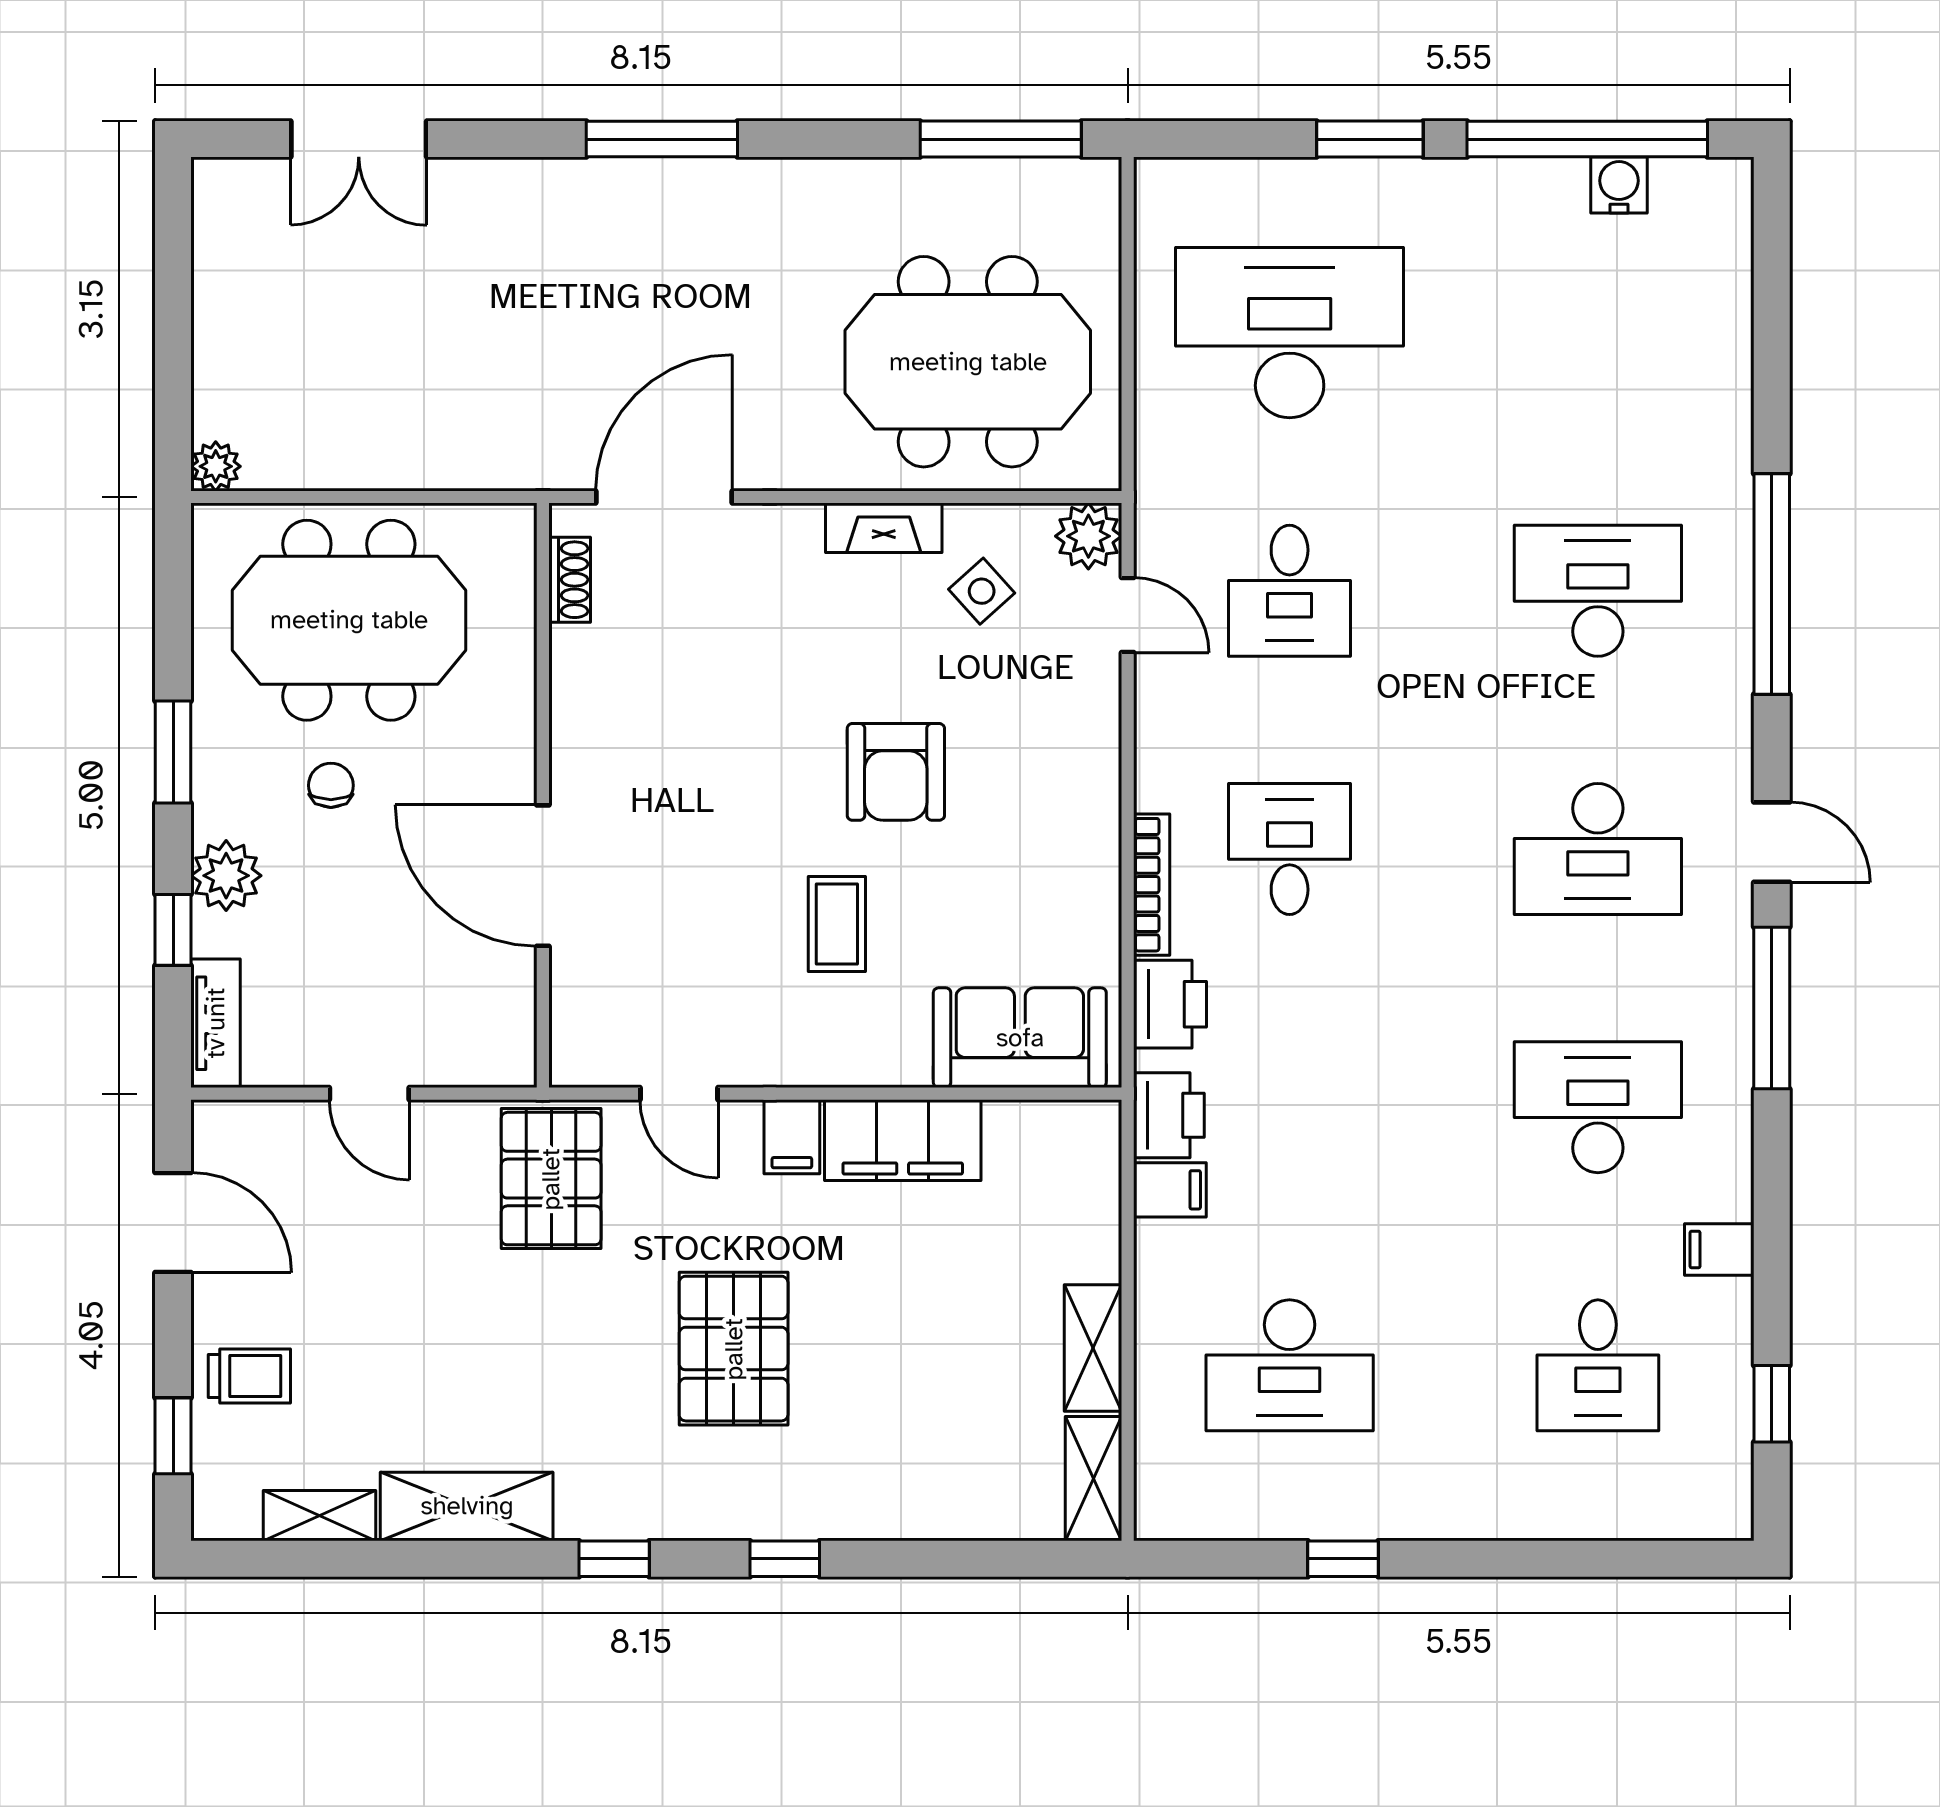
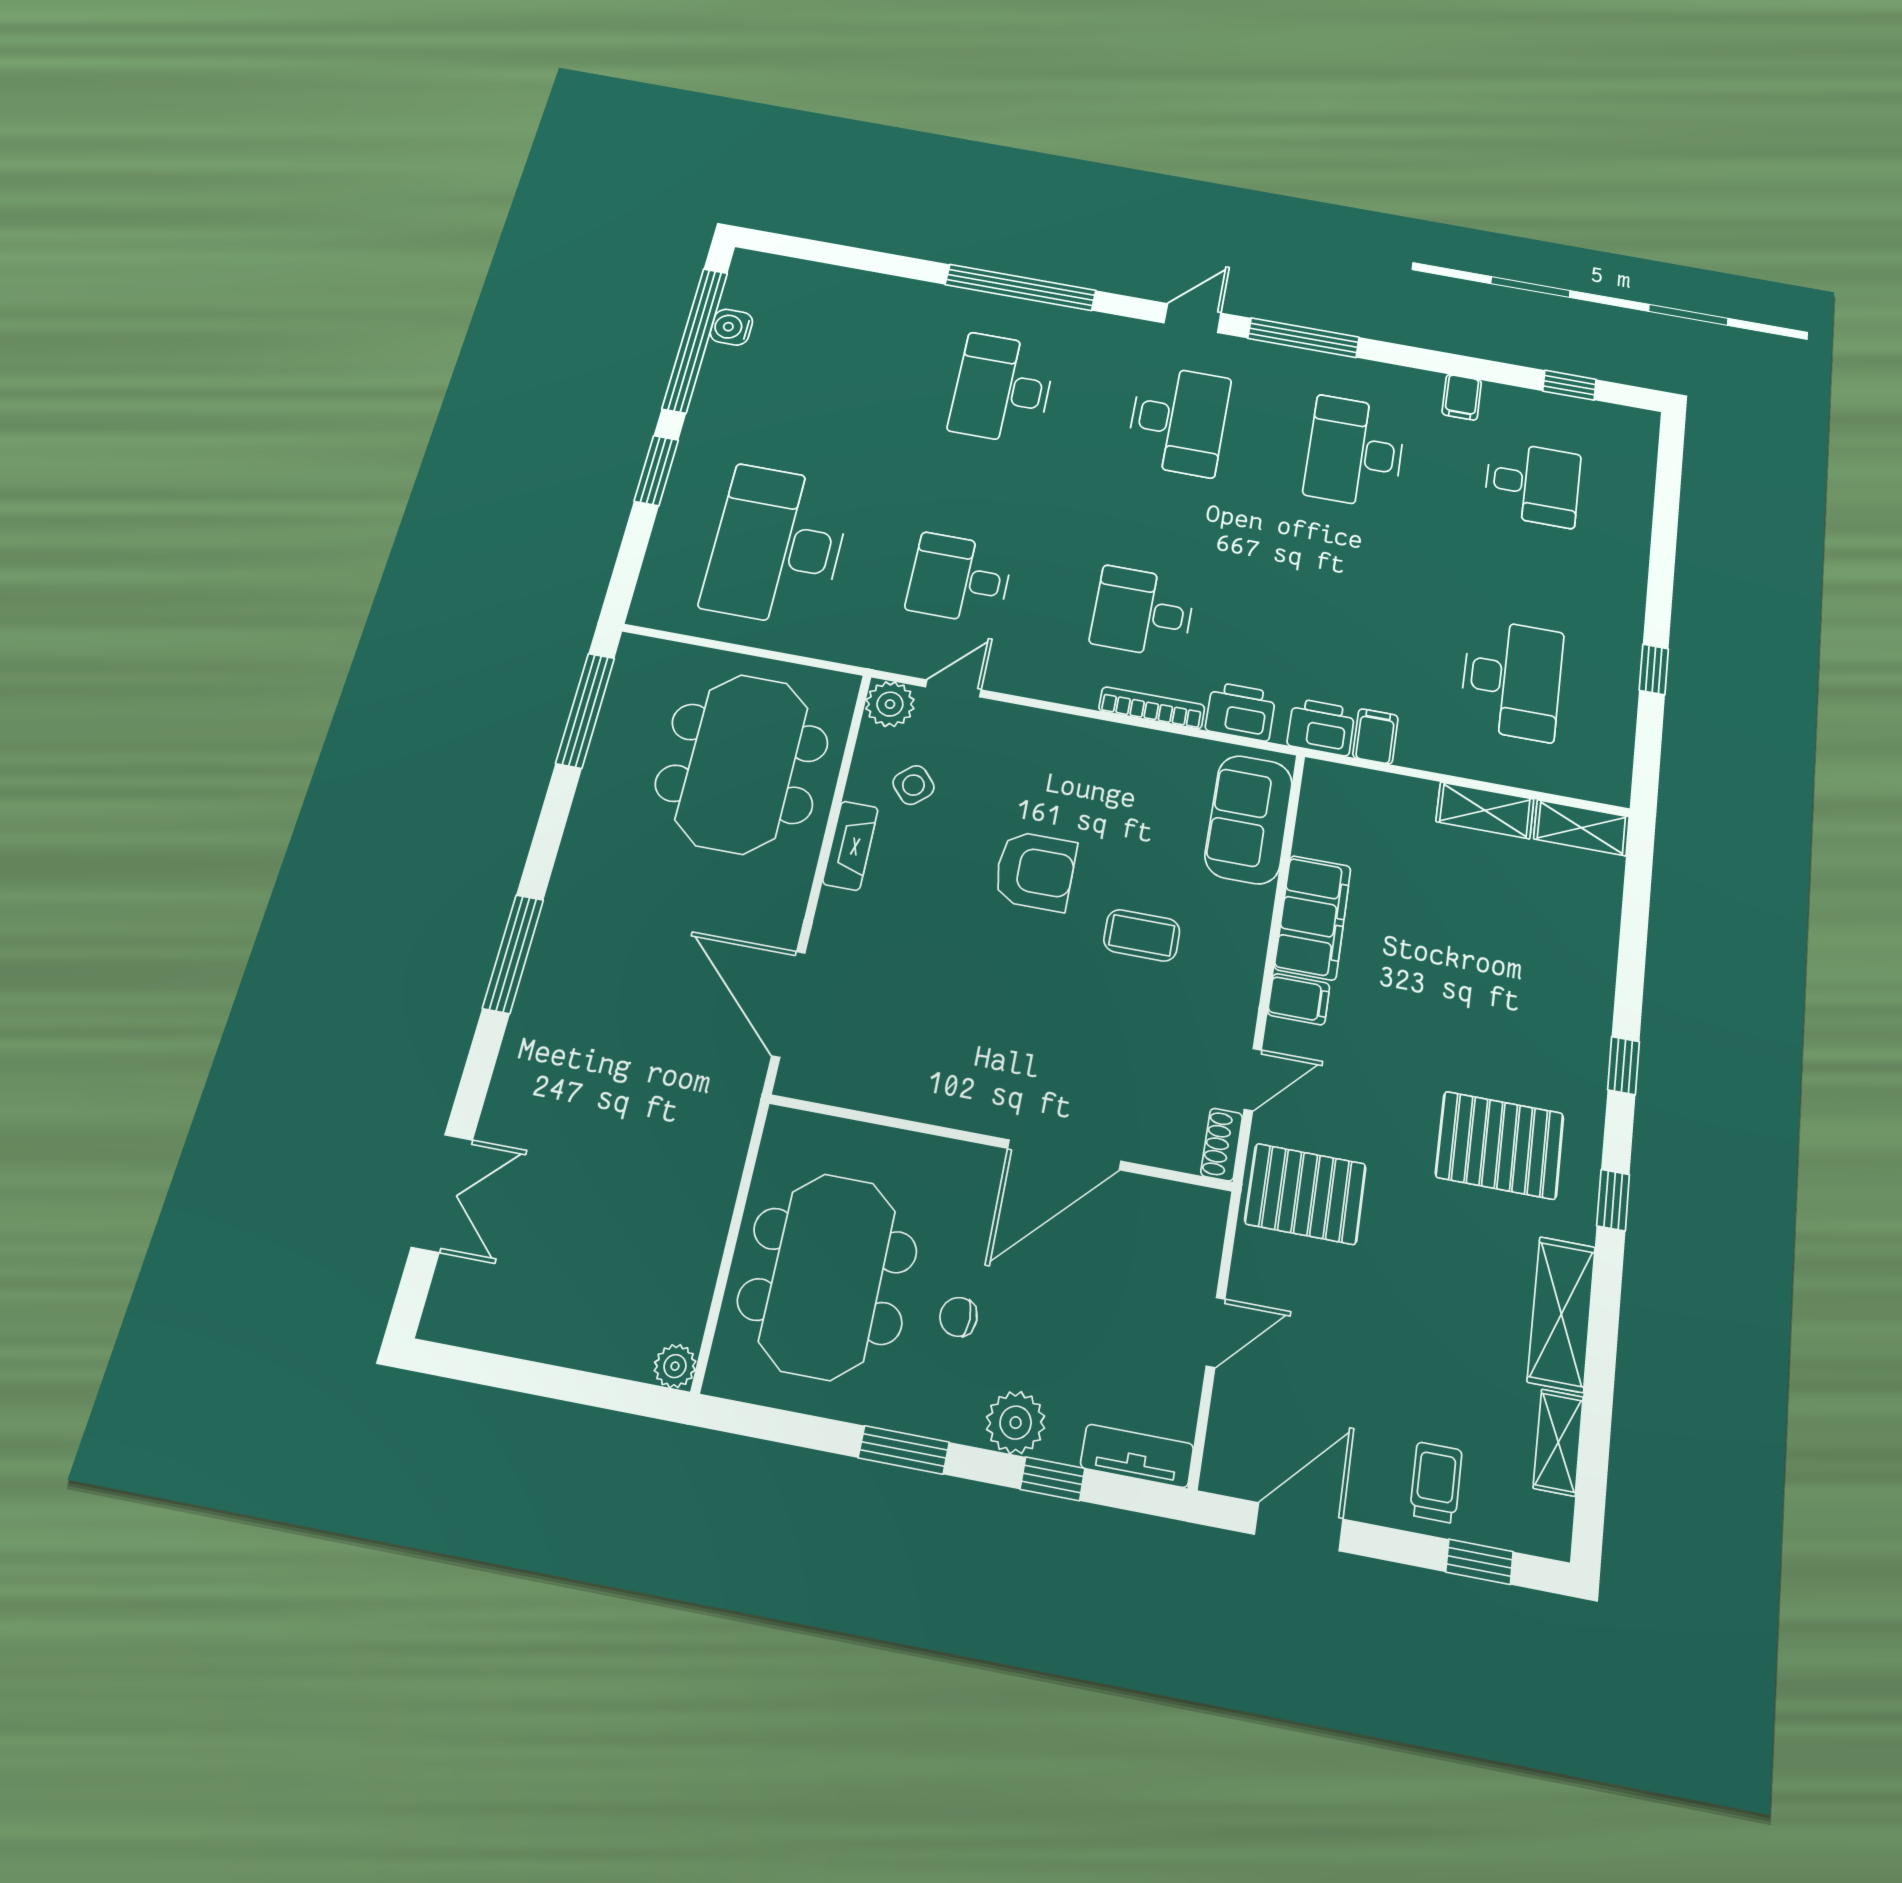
shoe rack: (570, 580) -> (1222, 1145), moved, turned -90
desk: (1290, 591) -> (960, 579), turned 180
pallet: (734, 1349) -> (1500, 1145), moved

